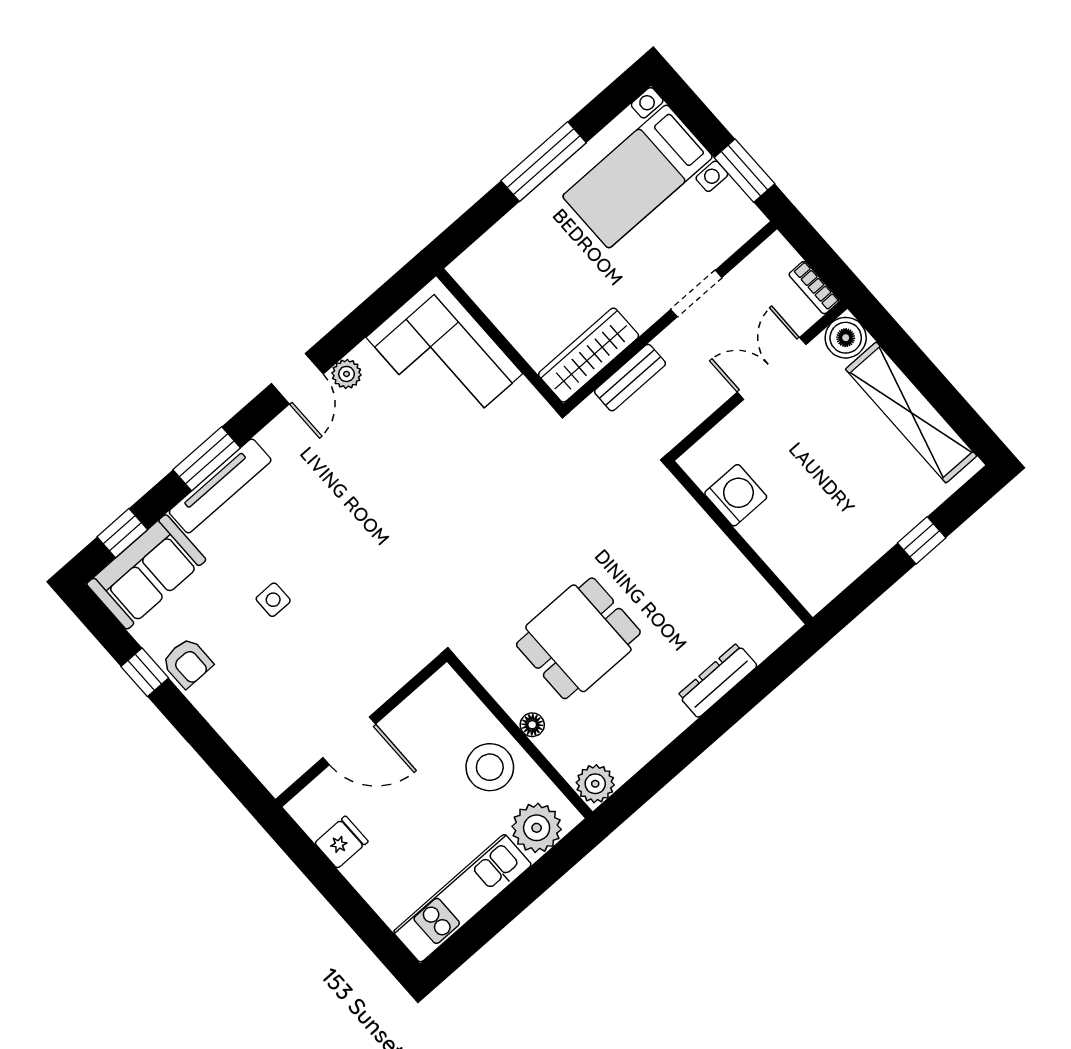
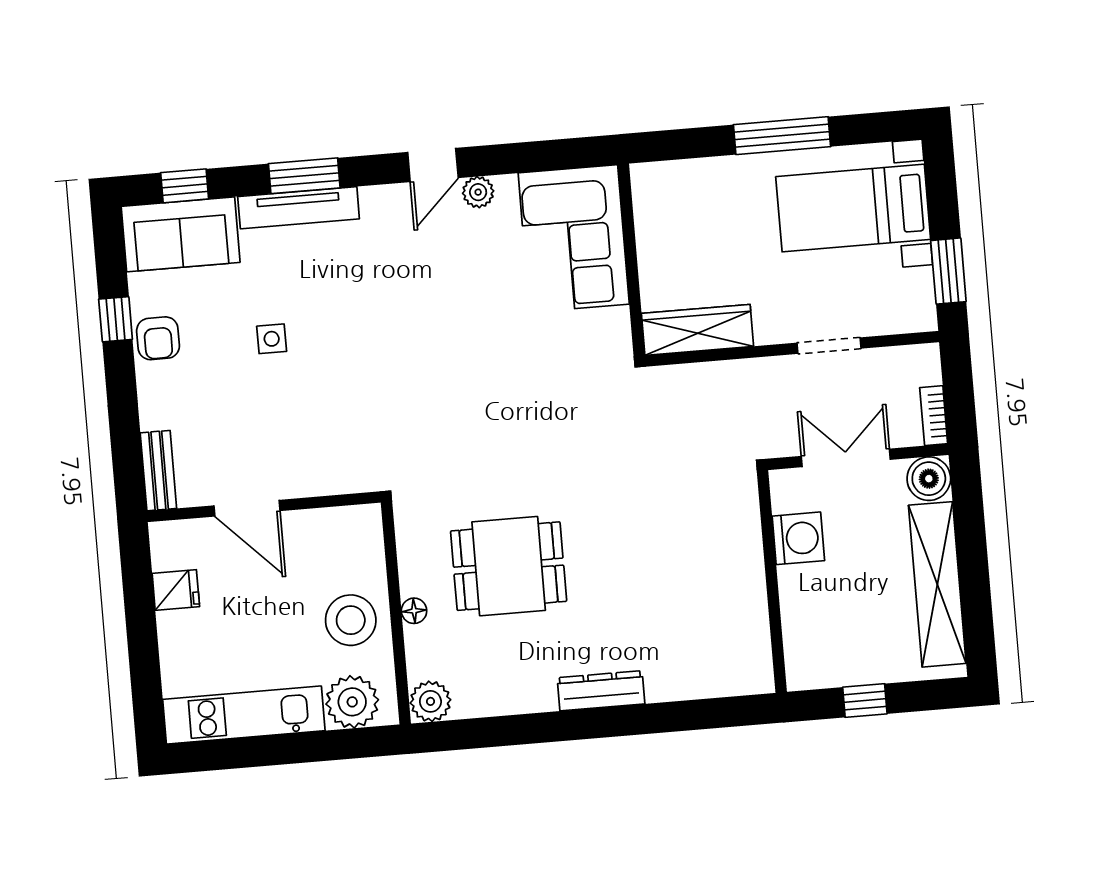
bench: (630, 378) -> (158, 471), moved, turned 90
washing machine: (736, 495) -> (798, 538), moved
wall: (740, 543) -> (772, 581), moved

